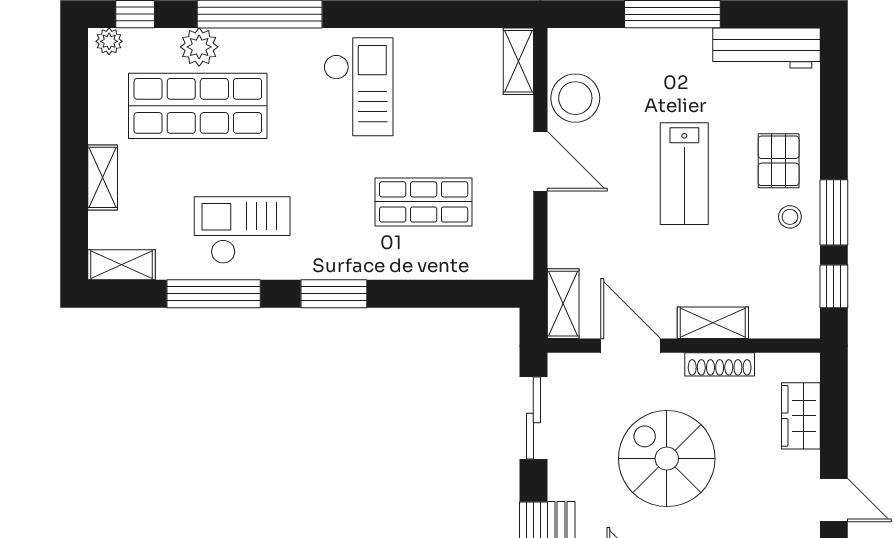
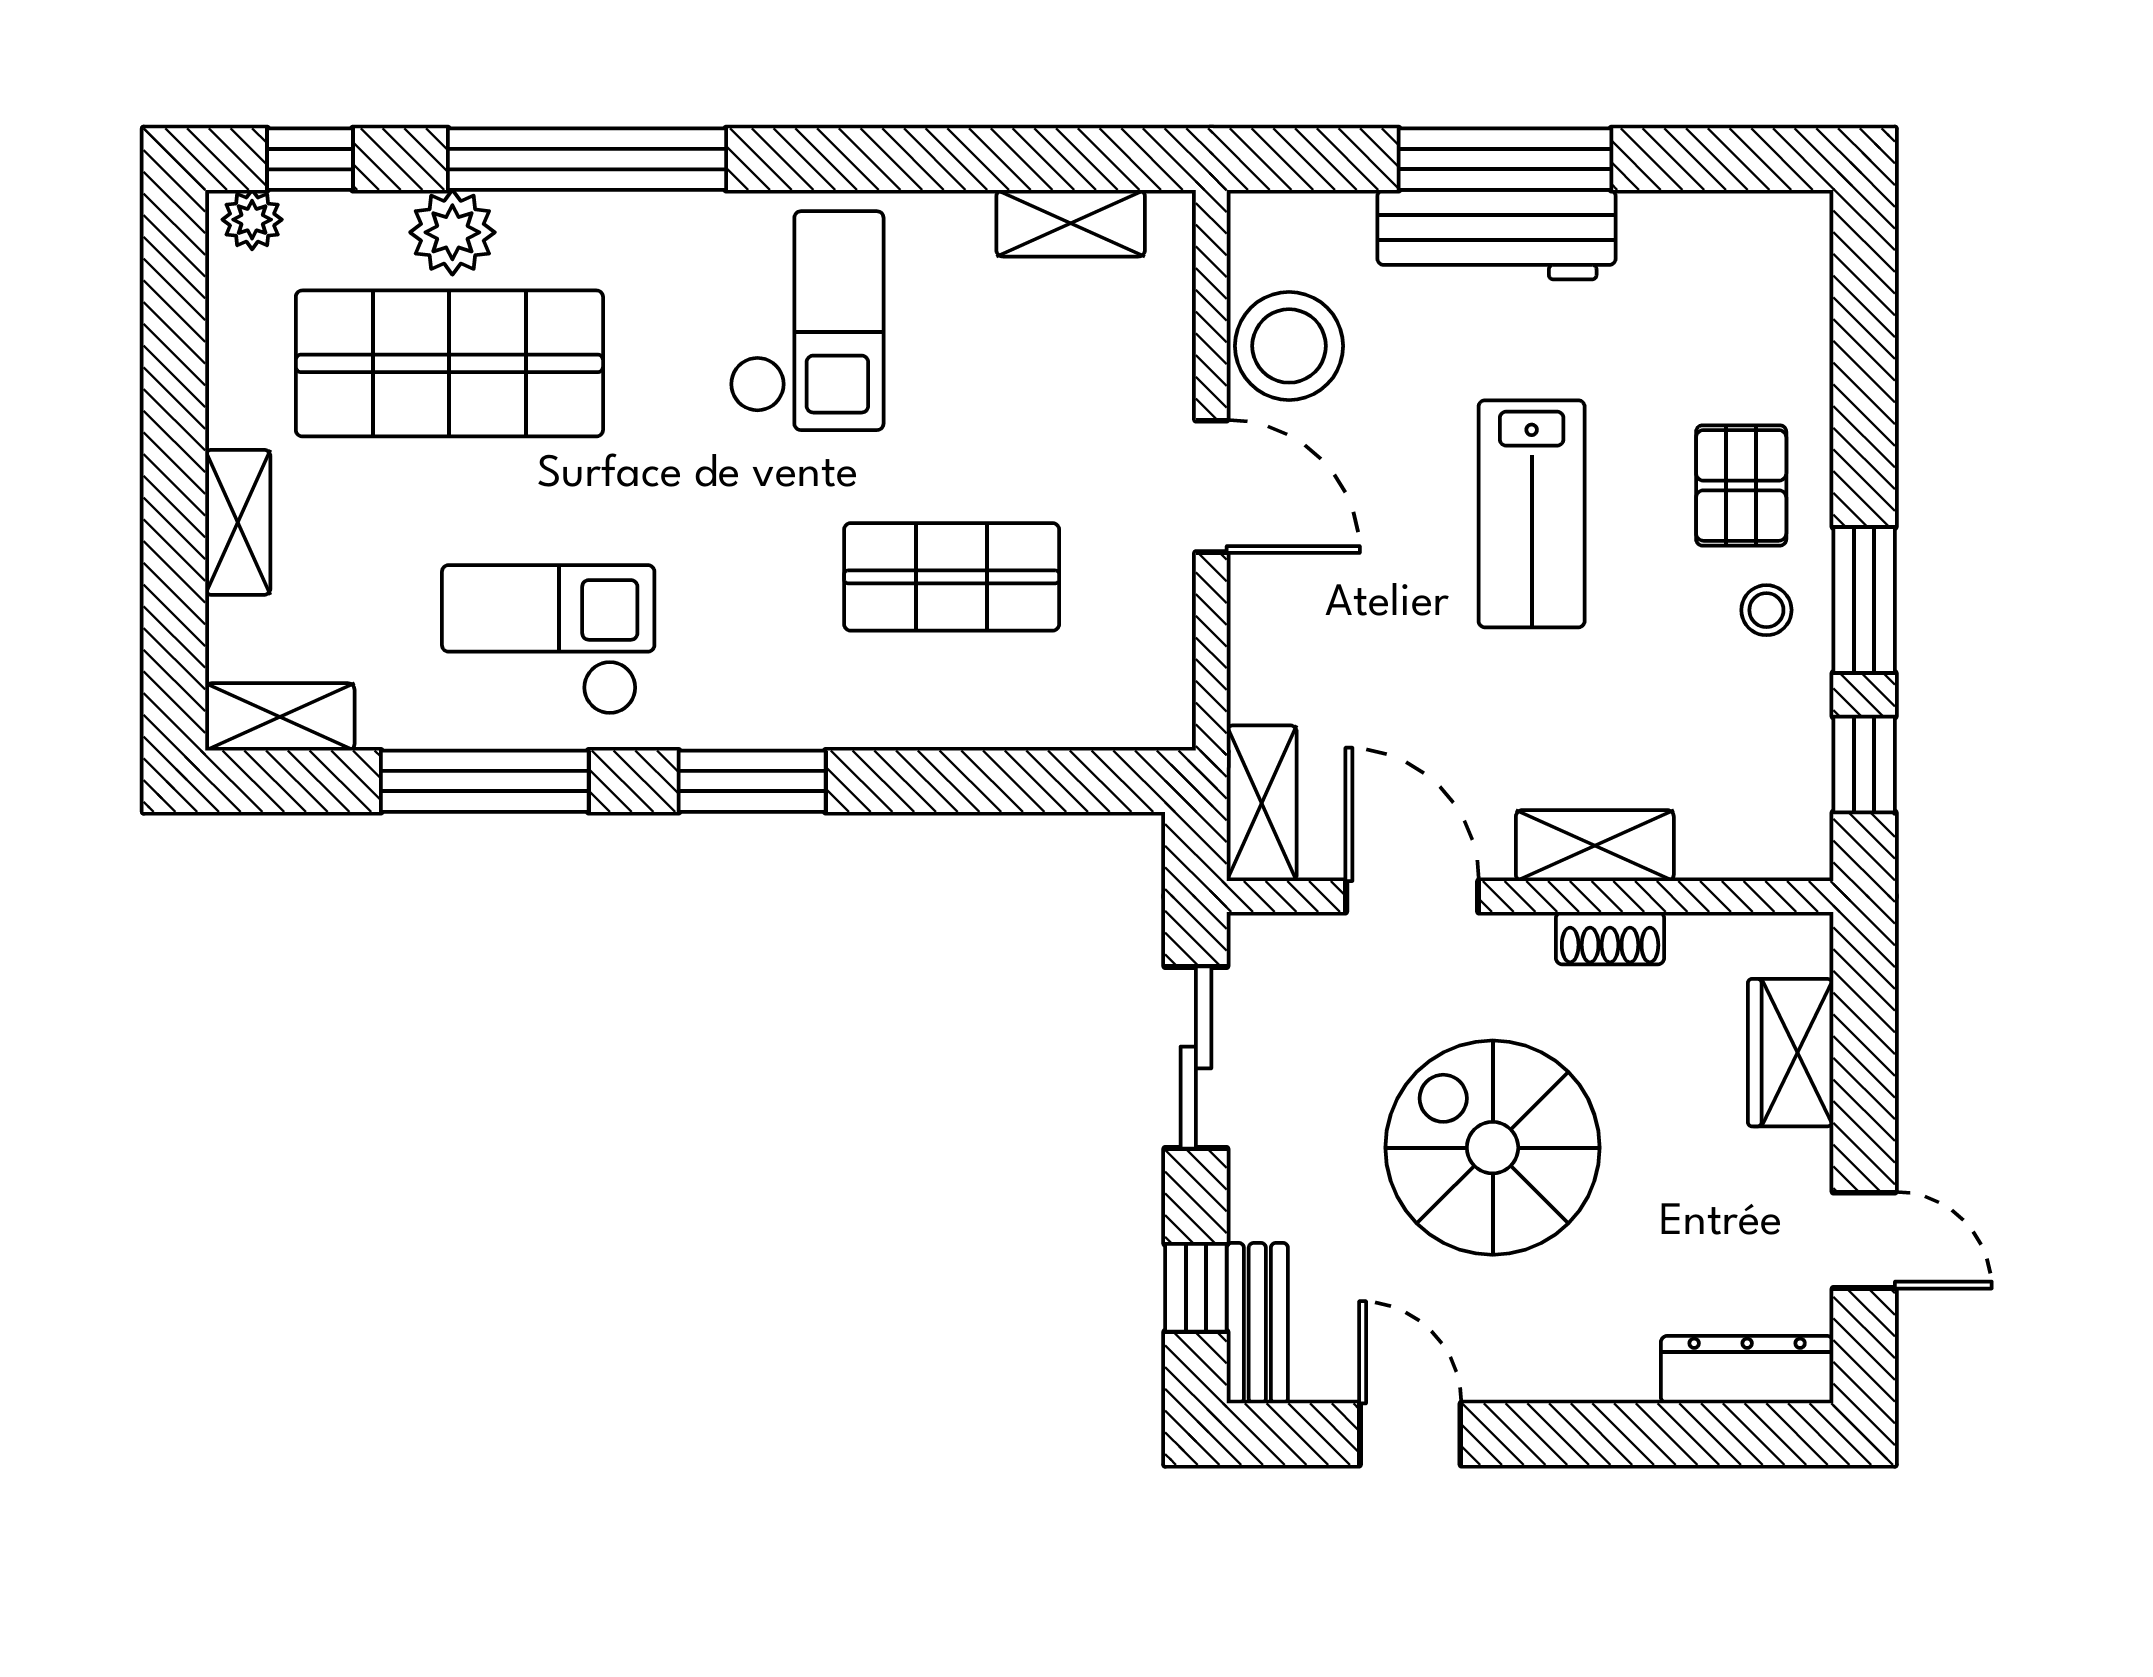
workbench: (767, 48) -> (1496, 235), moved
shelving: (518, 61) -> (1071, 223), moved, turned 90
shoe rack: (720, 364) -> (1610, 938), width x0.70

